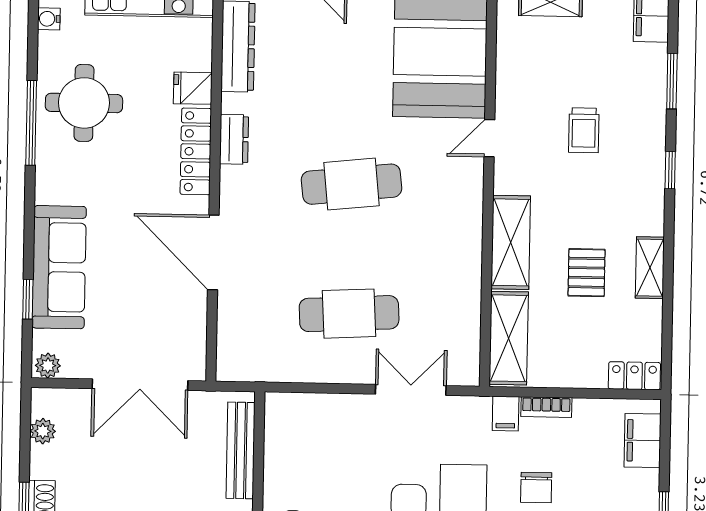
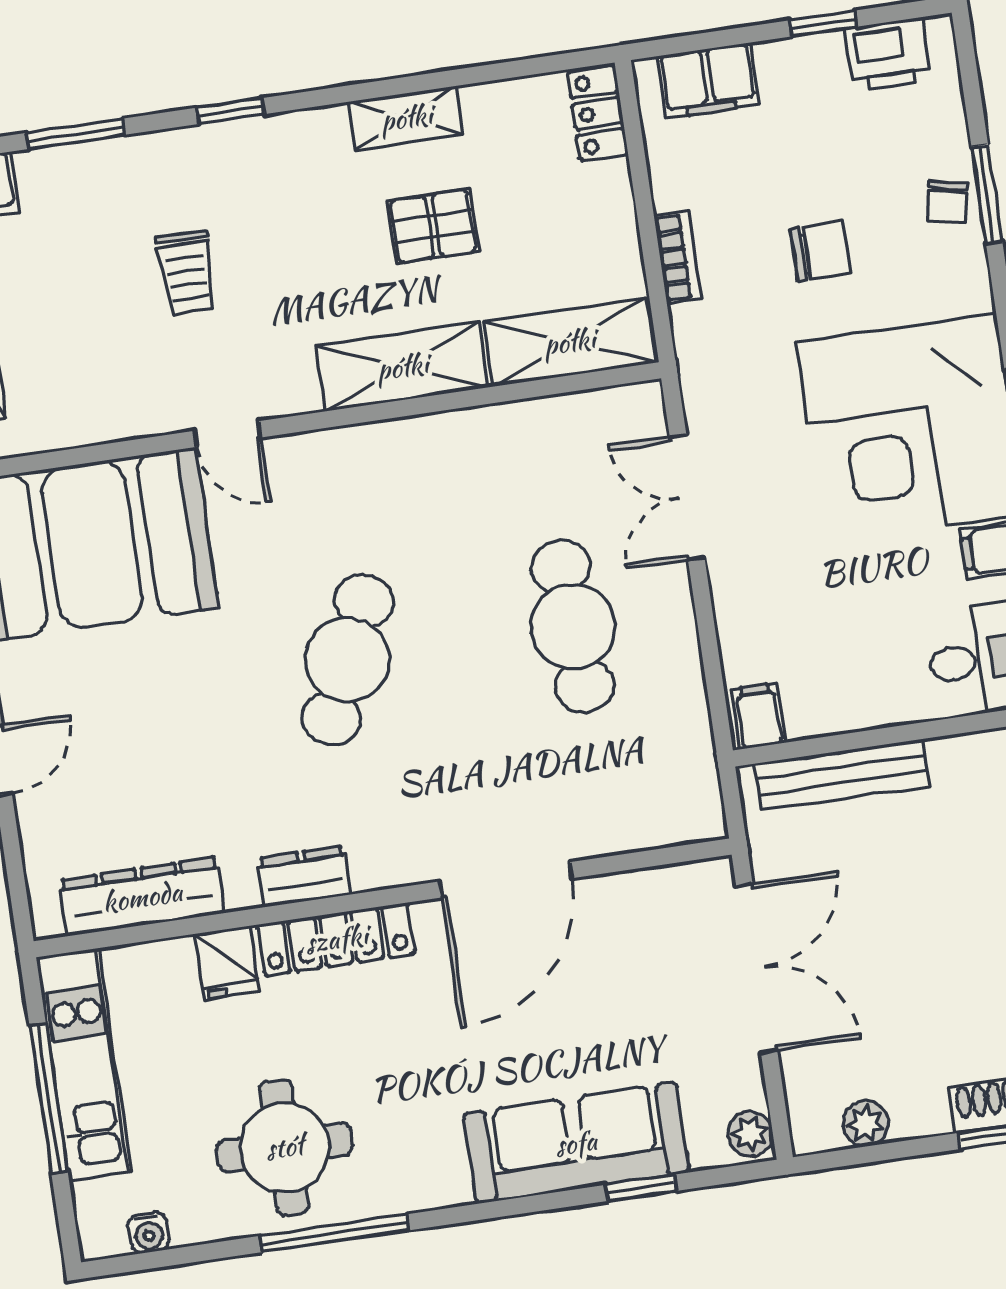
trolley: (584, 130) -> (187, 273), turned 90
cafe table: (352, 184) -> (347, 660), turned 30
filing cabinet: (506, 414) -> (758, 716), moved, turned -90

